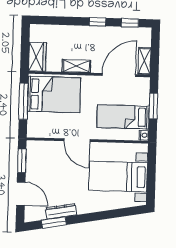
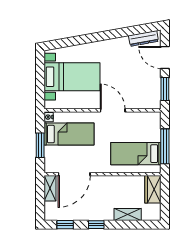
shelving: (76, 66) -> (128, 214), moved
bed: (54, 94) -> (136, 154), width x0.67
dresser: (61, 211) -> (143, 38), moved
window: (54, 223) -> (132, 31), removed

